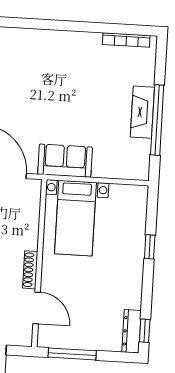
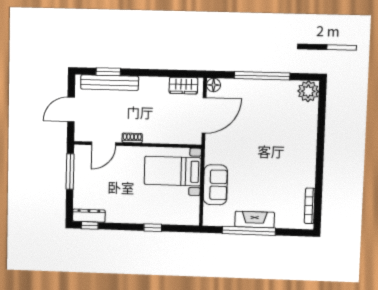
sofa: (65, 161) -> (215, 185), moved
shoe rack: (30, 270) -> (132, 138), width x0.70

